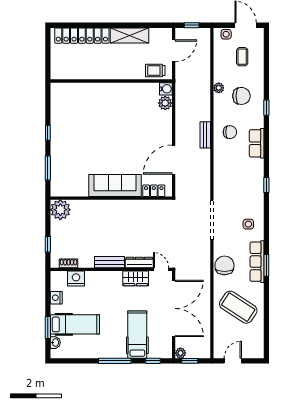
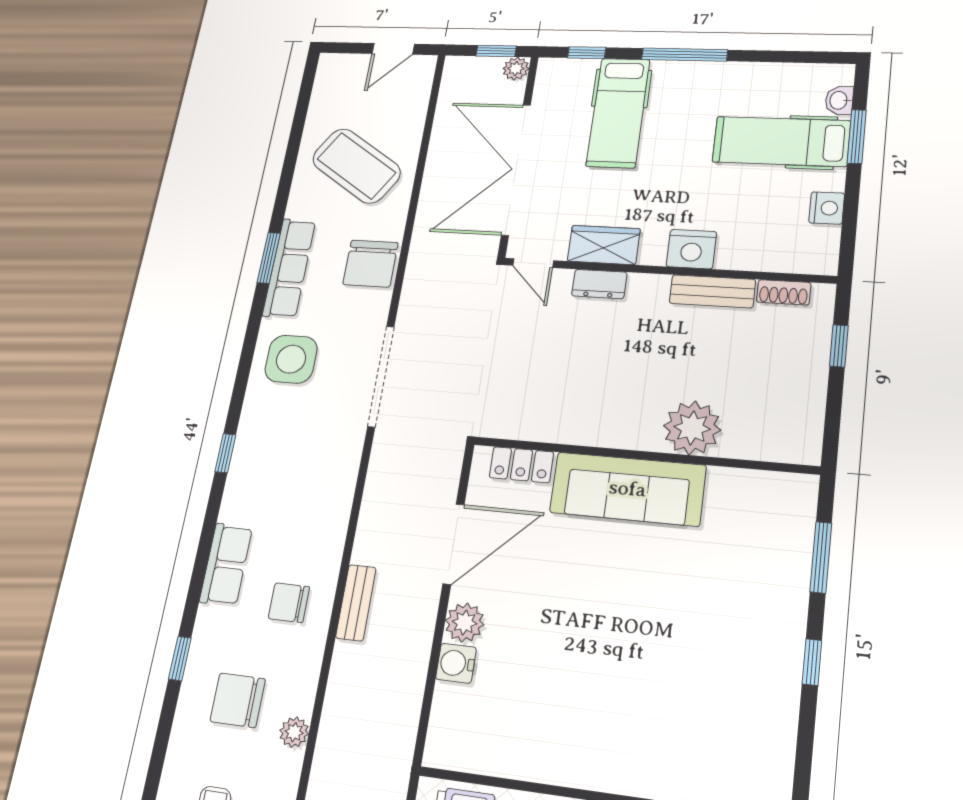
water cooler: (166, 89) -> (456, 663), moved
plant: (165, 103) -> (465, 623), moved
plant: (60, 210) -> (692, 428), moved
side table: (248, 224) -> (291, 359), width x1.87, depth x1.87
bench: (110, 262) -> (712, 291), moved
dresser: (139, 262) -> (599, 284), width x0.70
nightstand: (76, 279) -> (691, 249), moved

